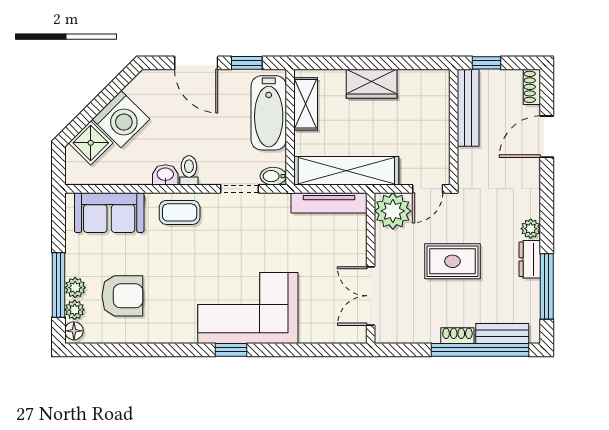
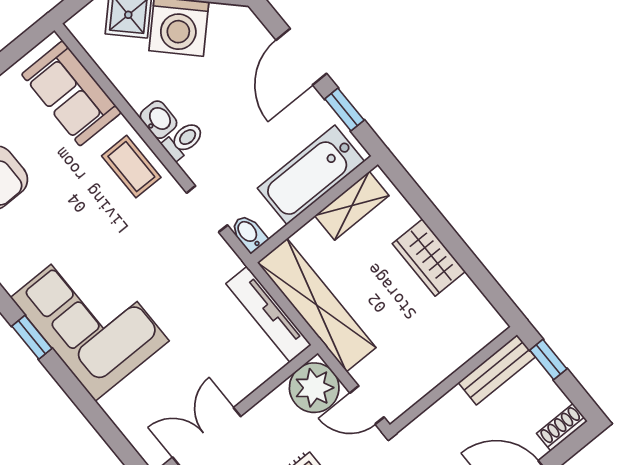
bench: (468, 108) -> (497, 370), width x0.73

